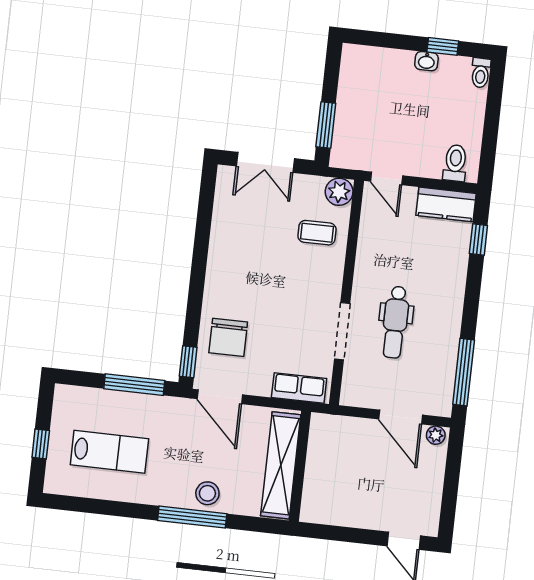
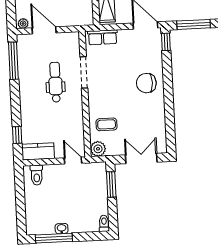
window: (443, 46) -> (54, 238), width x2.17
toilet: (481, 73) -> (104, 223), moved
chair: (228, 337) -> (146, 83), moved, turned -90

